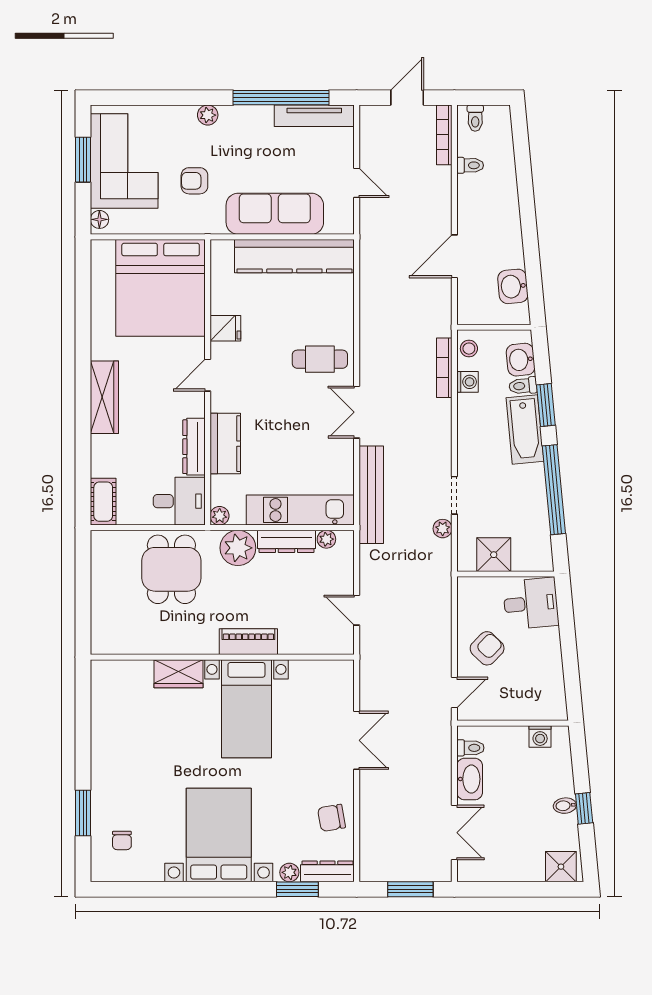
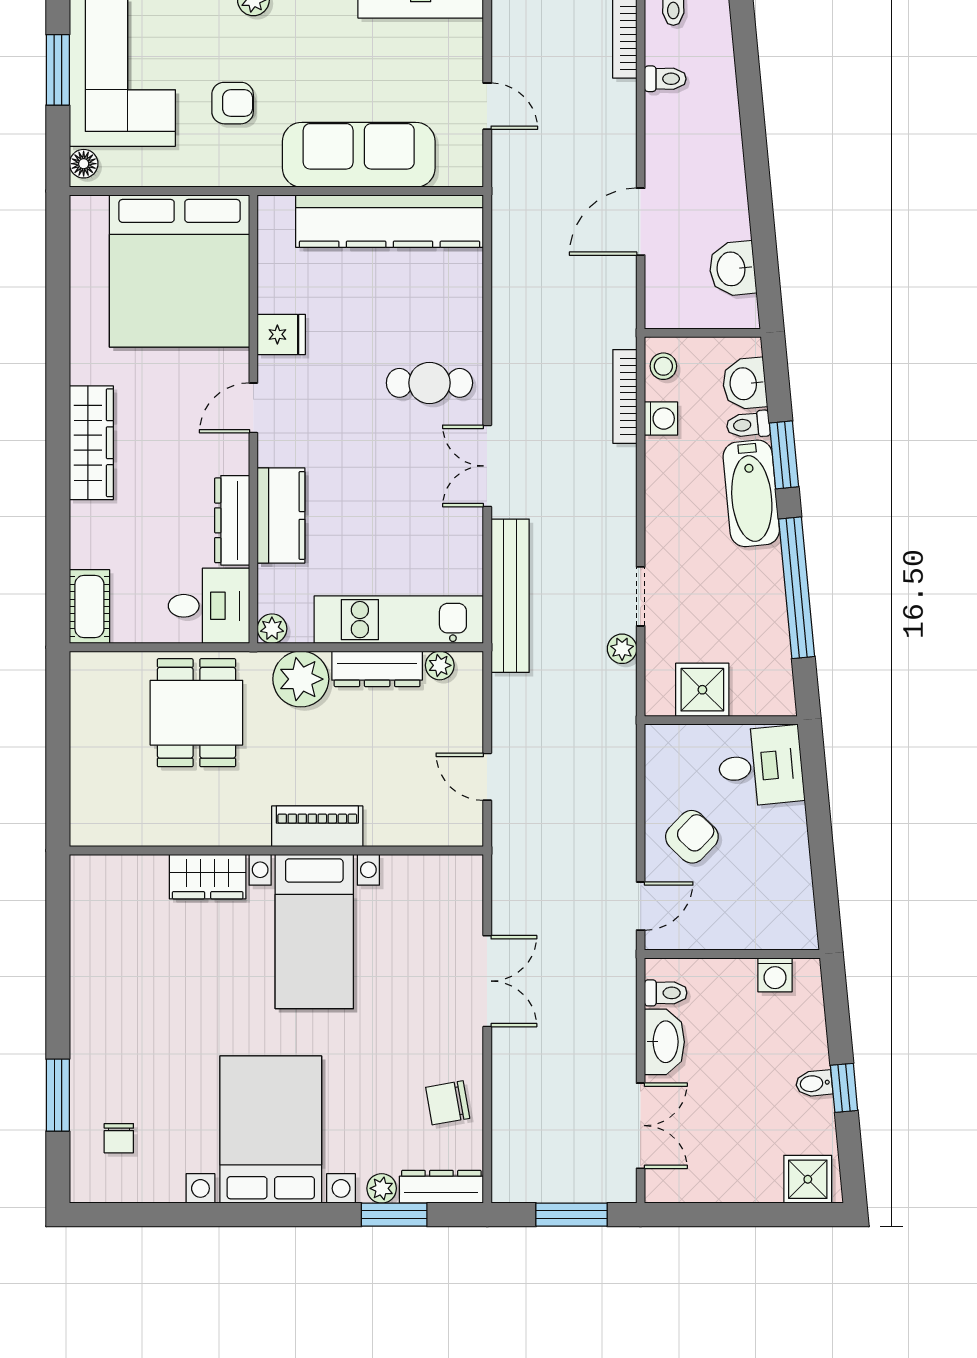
armchair: (194, 181) -> (233, 103), turned 180

